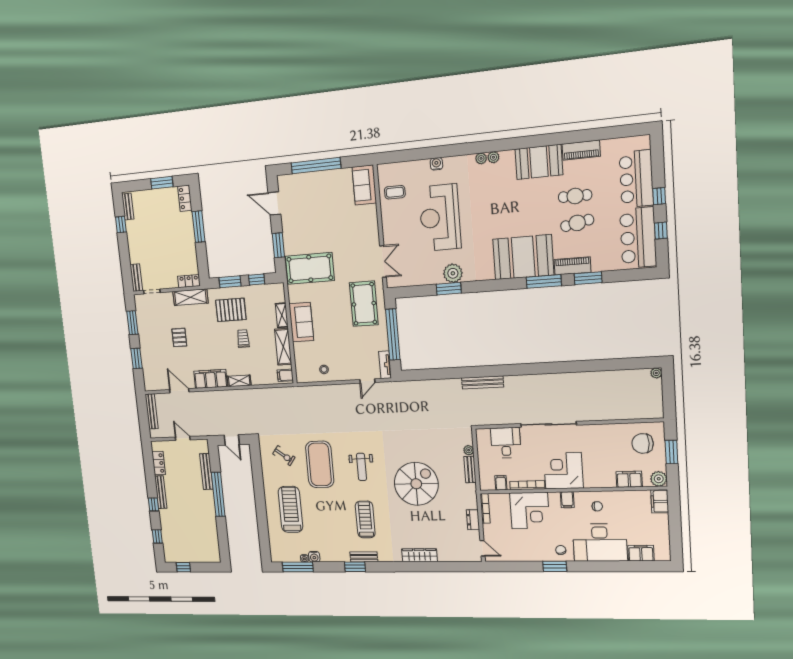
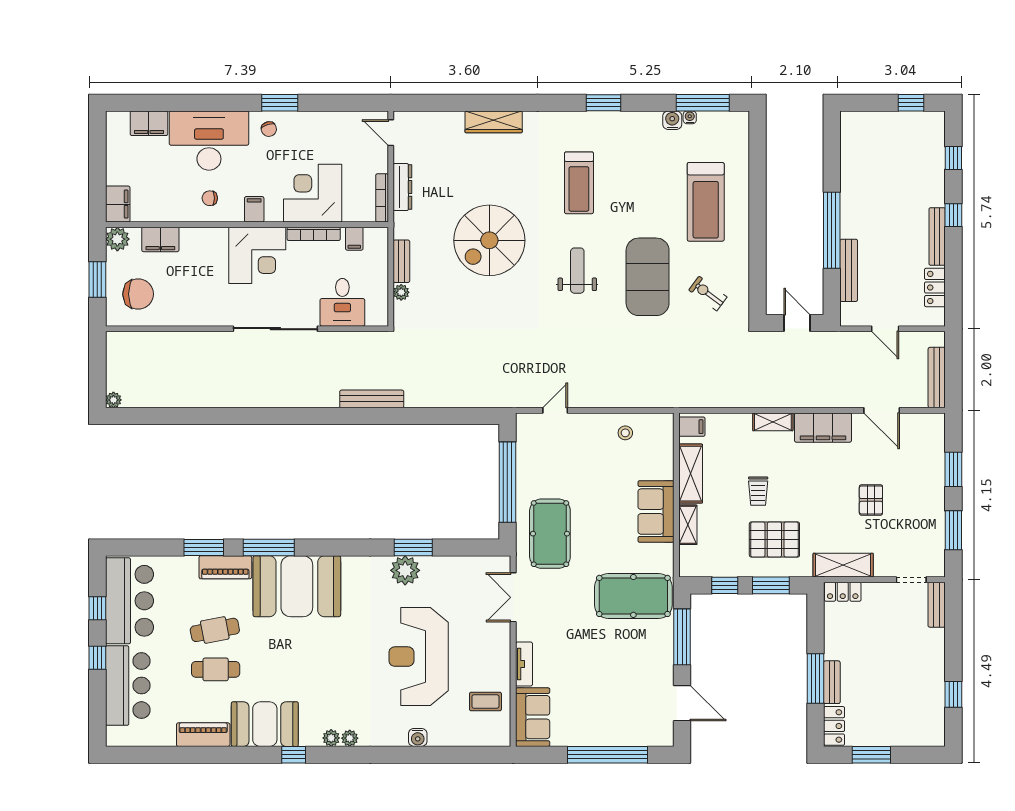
window: (518, 143) -> (294, 755), added
bench: (128, 207) -> (832, 682), moved
reception desk: (440, 218) -> (419, 657), turned 180
window: (278, 245) -> (682, 637), width x1.44
tv unit: (385, 365) -> (524, 664), moved
dresser: (473, 520) -> (402, 187), width x1.44
bench: (364, 557) -> (587, 120), removed

